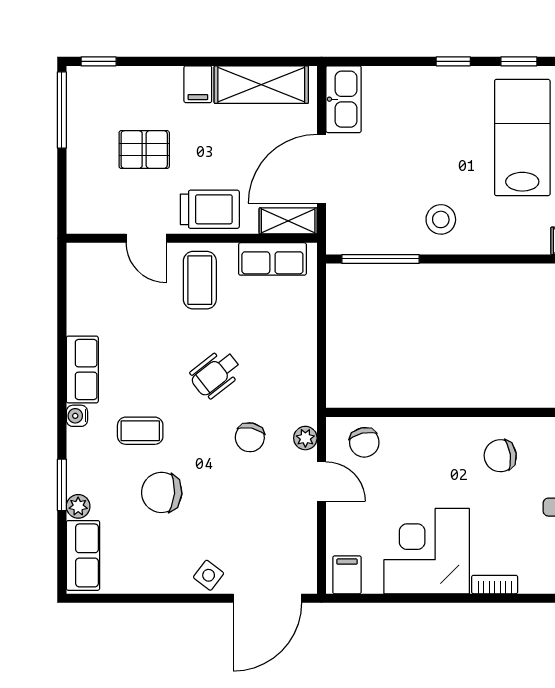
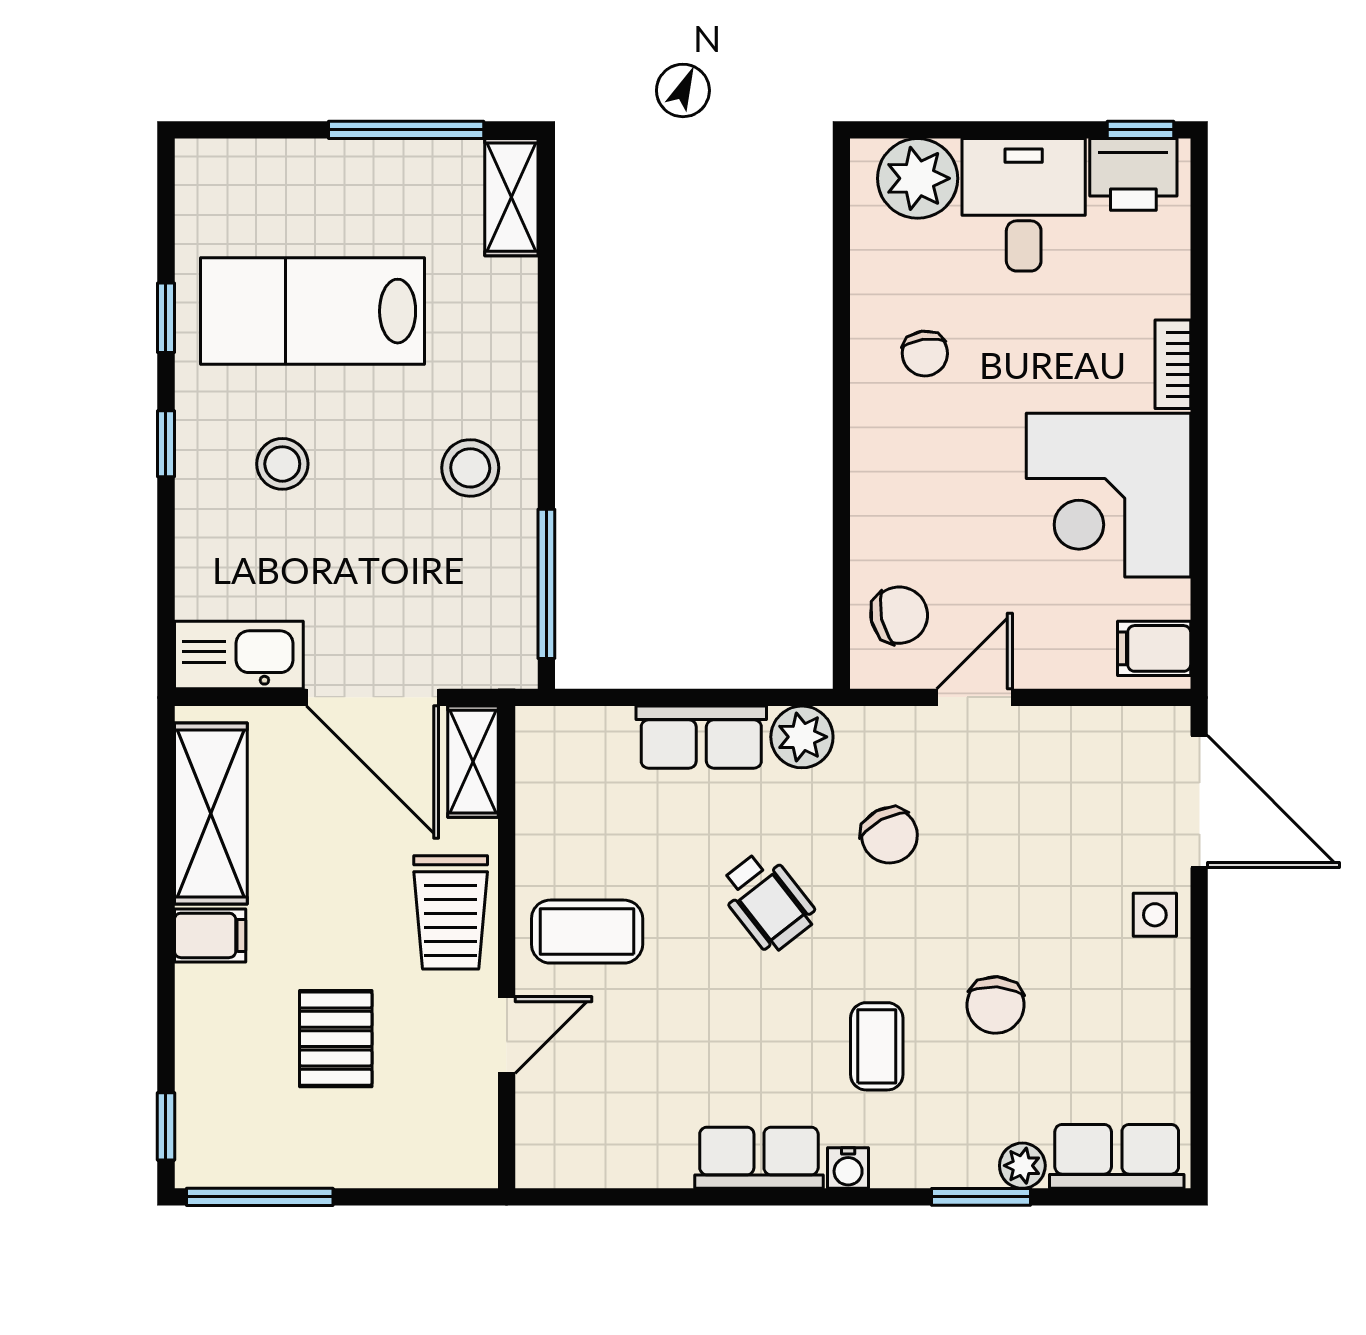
stool: (443, 122) -> (282, 464), added
trolley: (210, 209) -> (451, 912), turned 180
row of seats: (272, 259) -> (701, 737), moved, turned 90
chair: (250, 437) -> (889, 835), turned 50
plant: (305, 438) -> (802, 737), moved, width x1.38, depth x1.38
chair: (500, 456) -> (925, 354), width x0.73, depth x0.73
chair: (162, 492) -> (995, 1005), width x0.73, depth x0.73
side table: (209, 575) -> (1155, 915), turned -37

